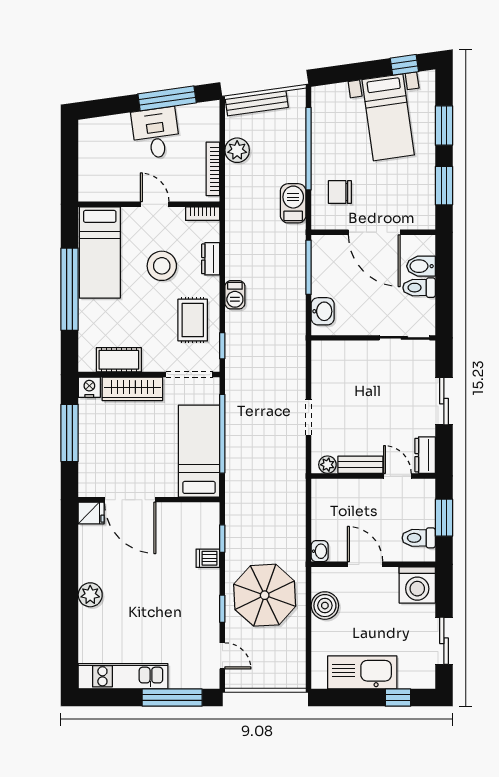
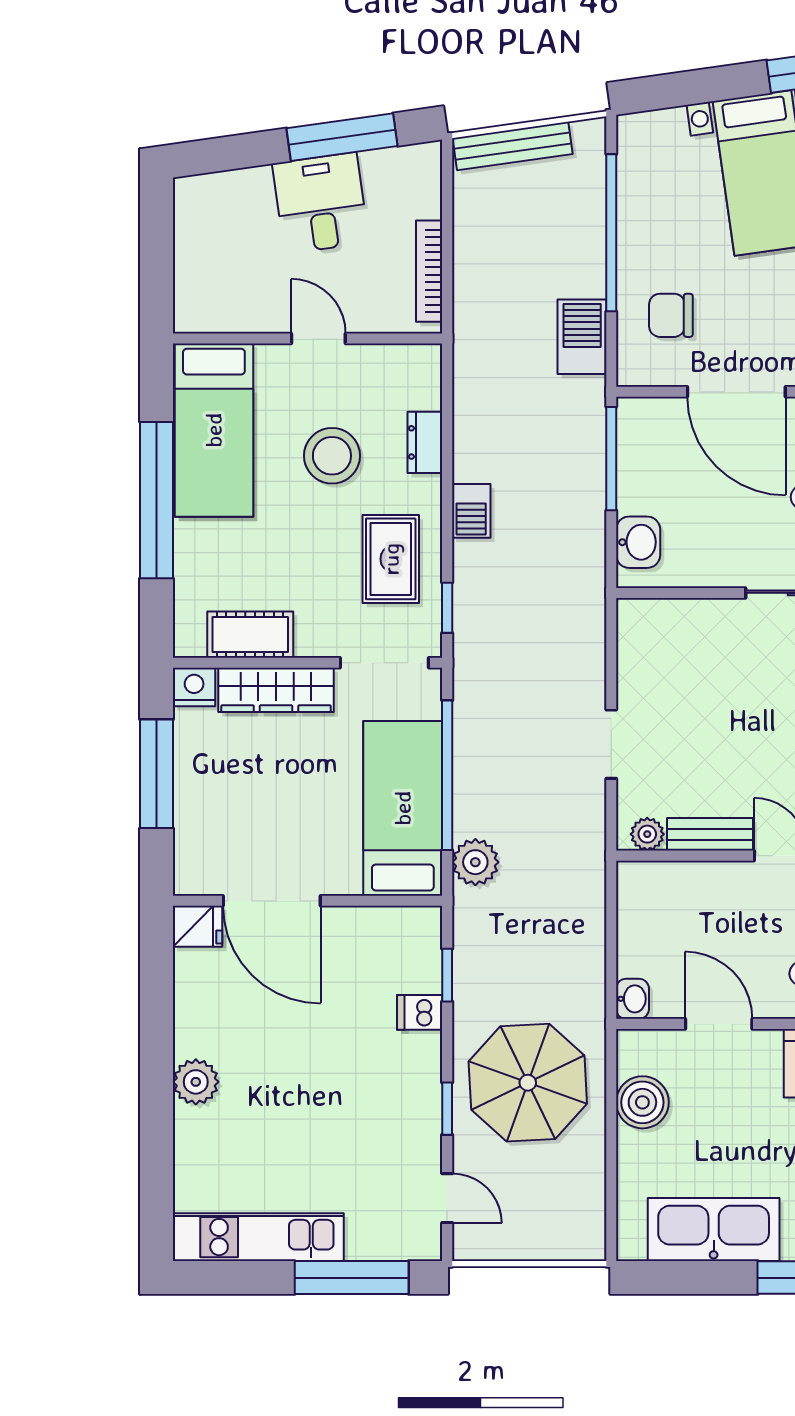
plant: (237, 150) -> (475, 862), moved
bookcase: (203, 214) -> (410, 356), removed

